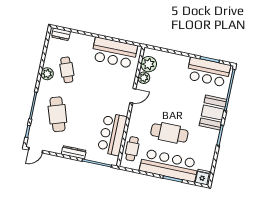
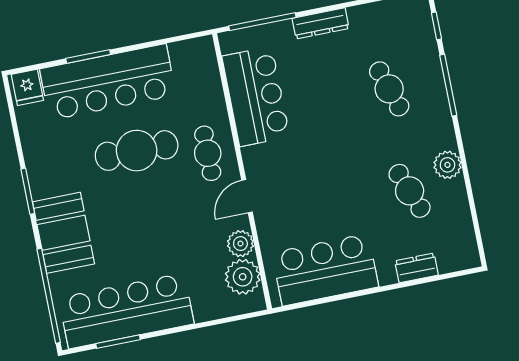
dresser: (61, 34) -> (416, 268), moved
bar counter: (208, 72) -> (126, 311), width x1.36
cafe table: (57, 114) -> (389, 89), width x0.73, depth x0.74
cafe table: (132, 149) -> (208, 153), moved

